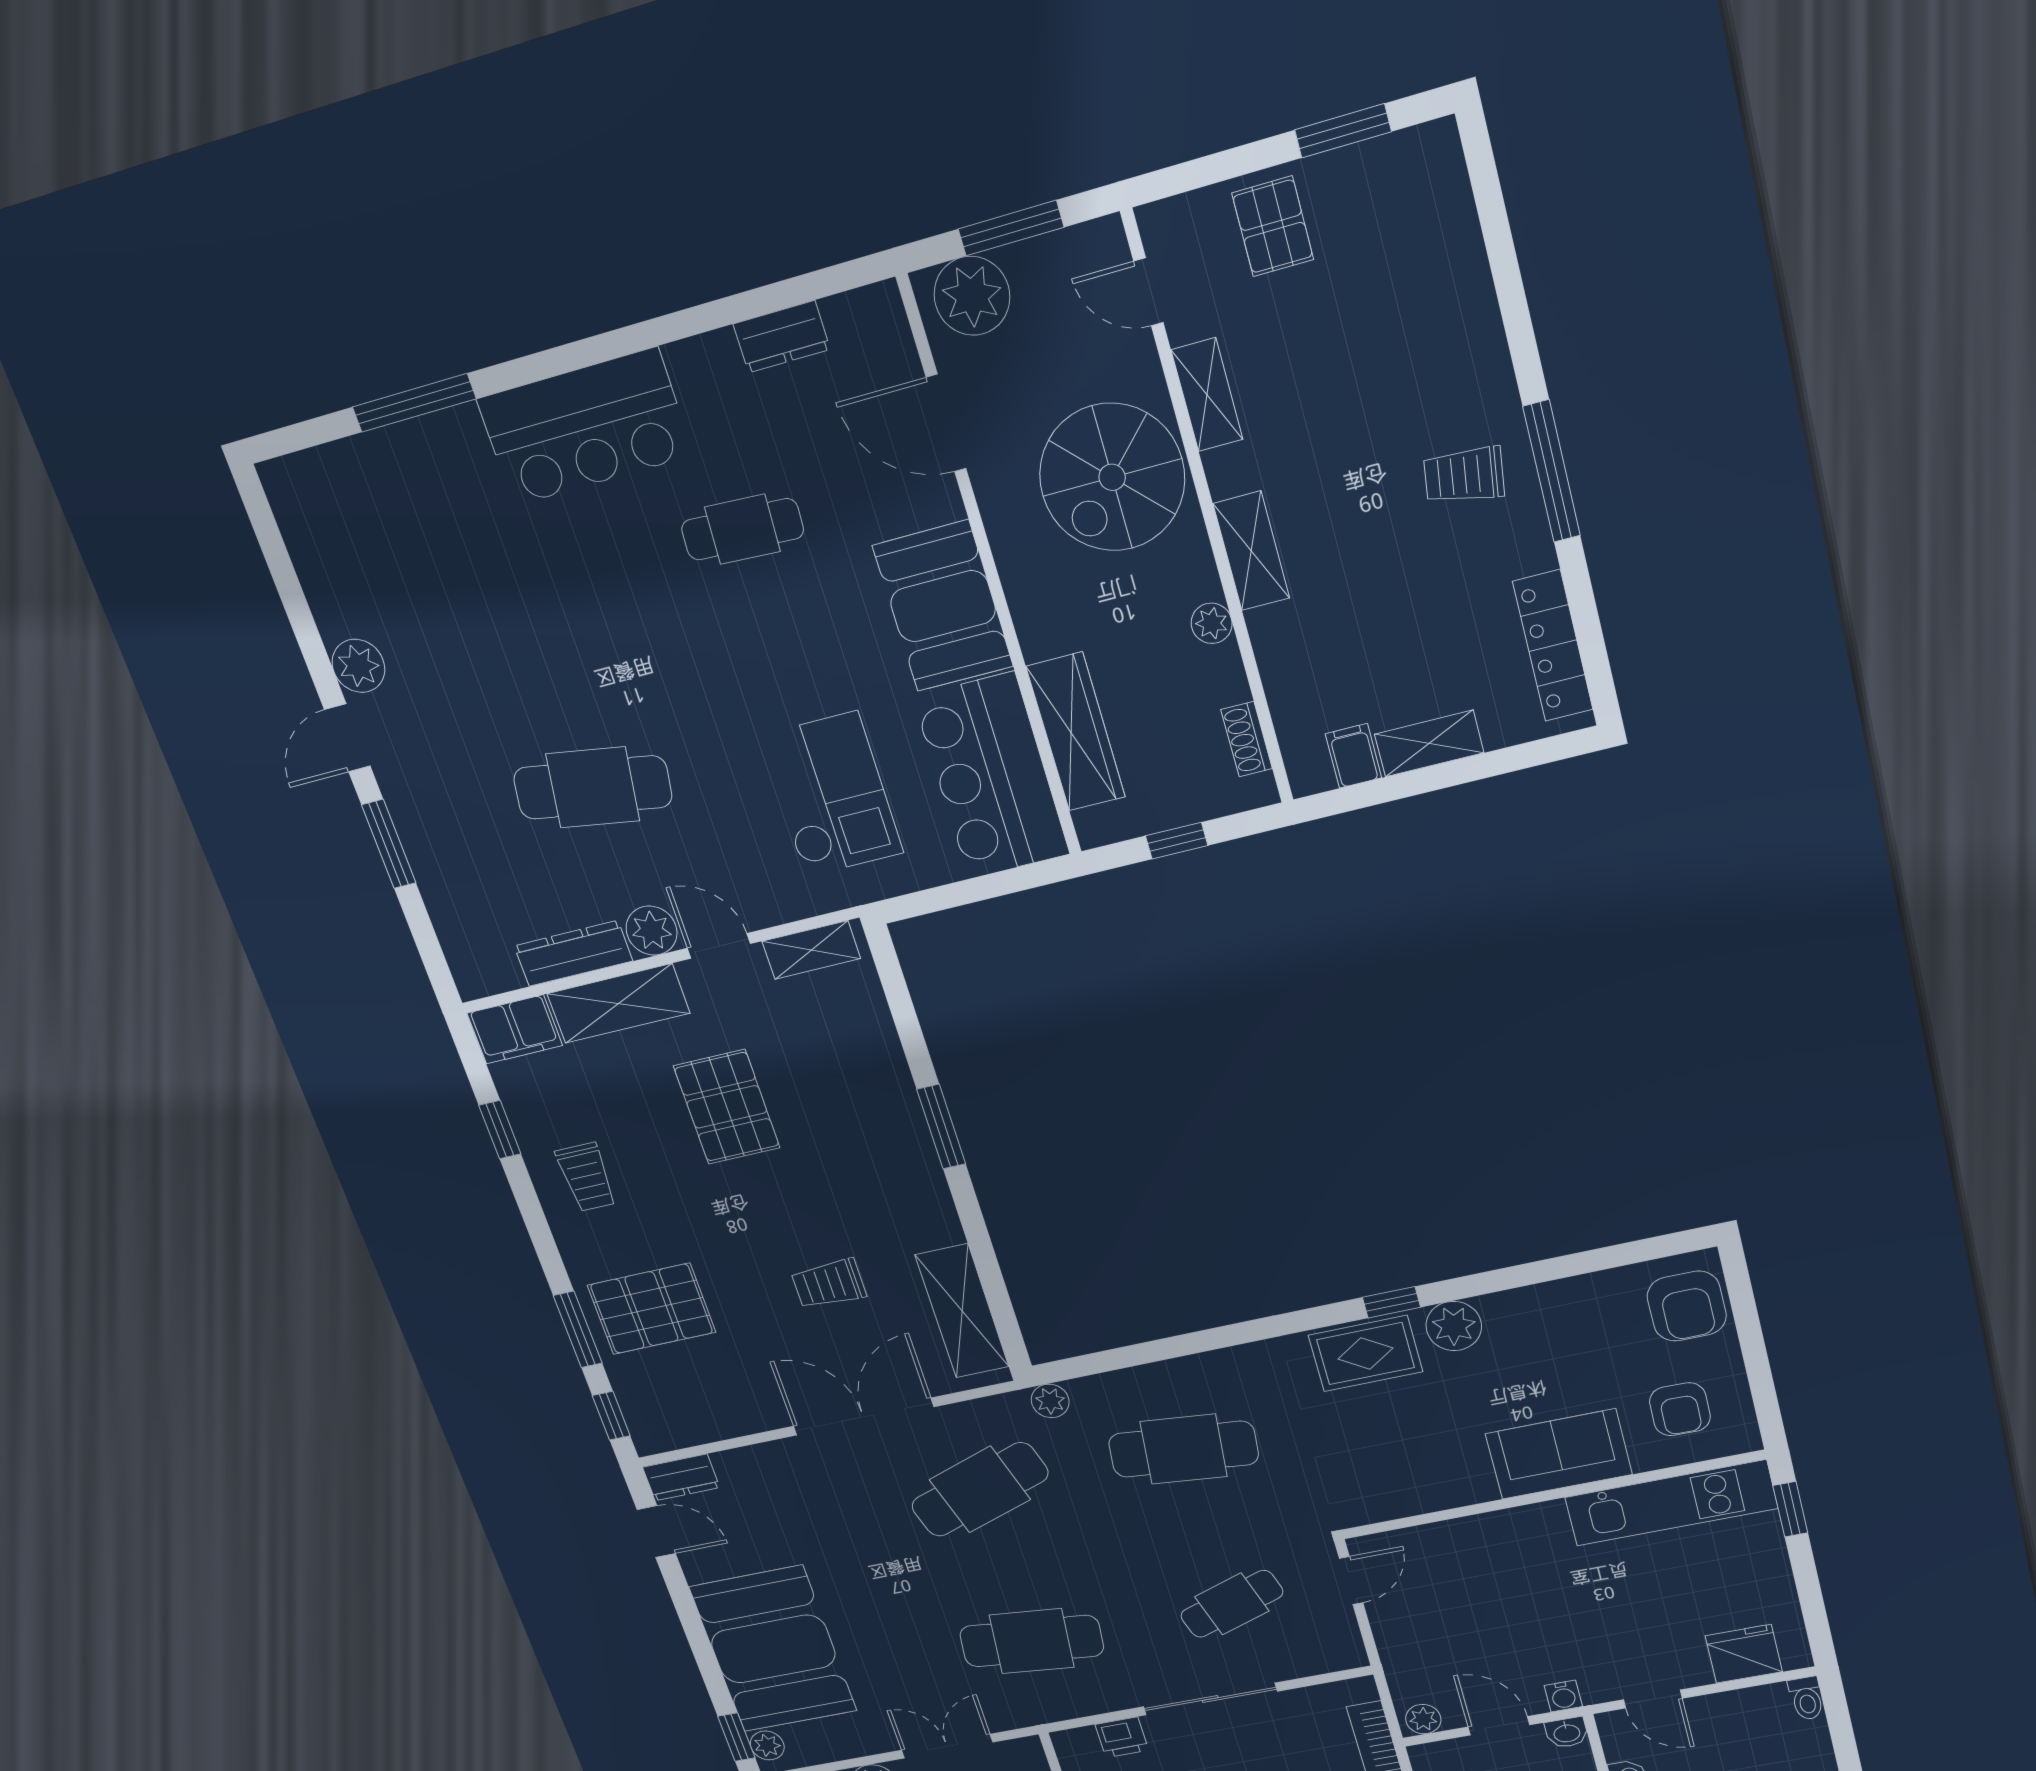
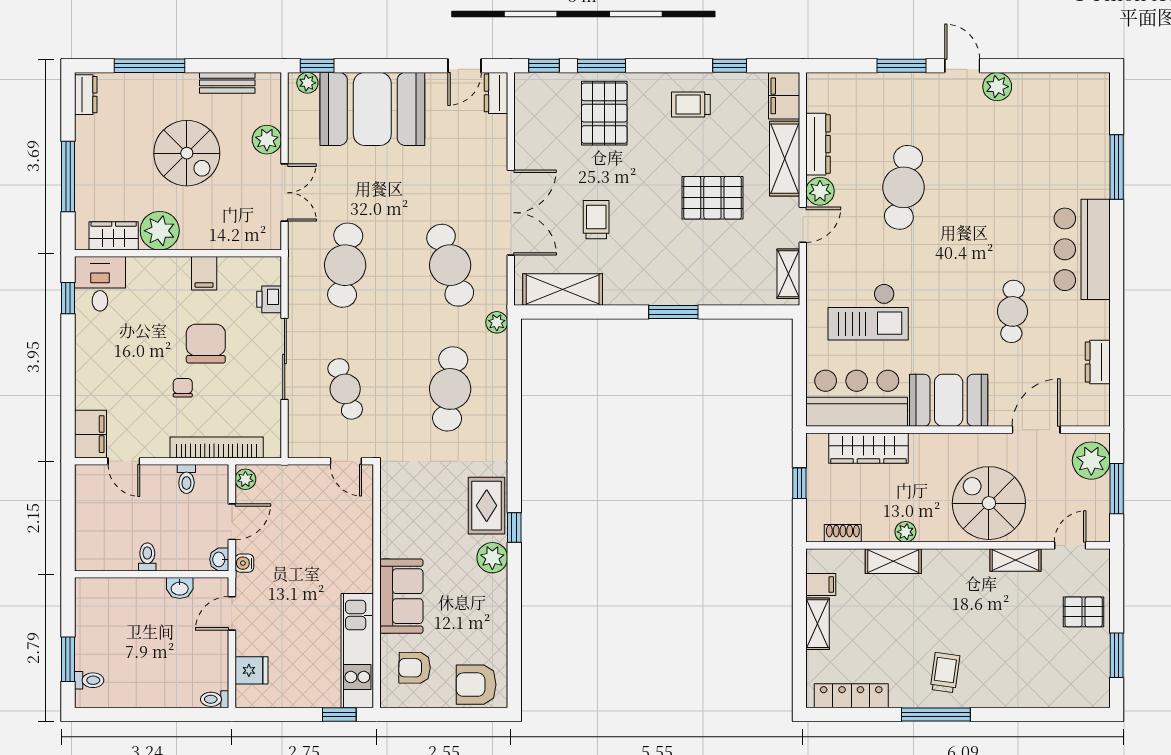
shelving: (1251, 551) -> (893, 561), moved
fridge: (1744, 1654) -> (251, 670), width x0.72

